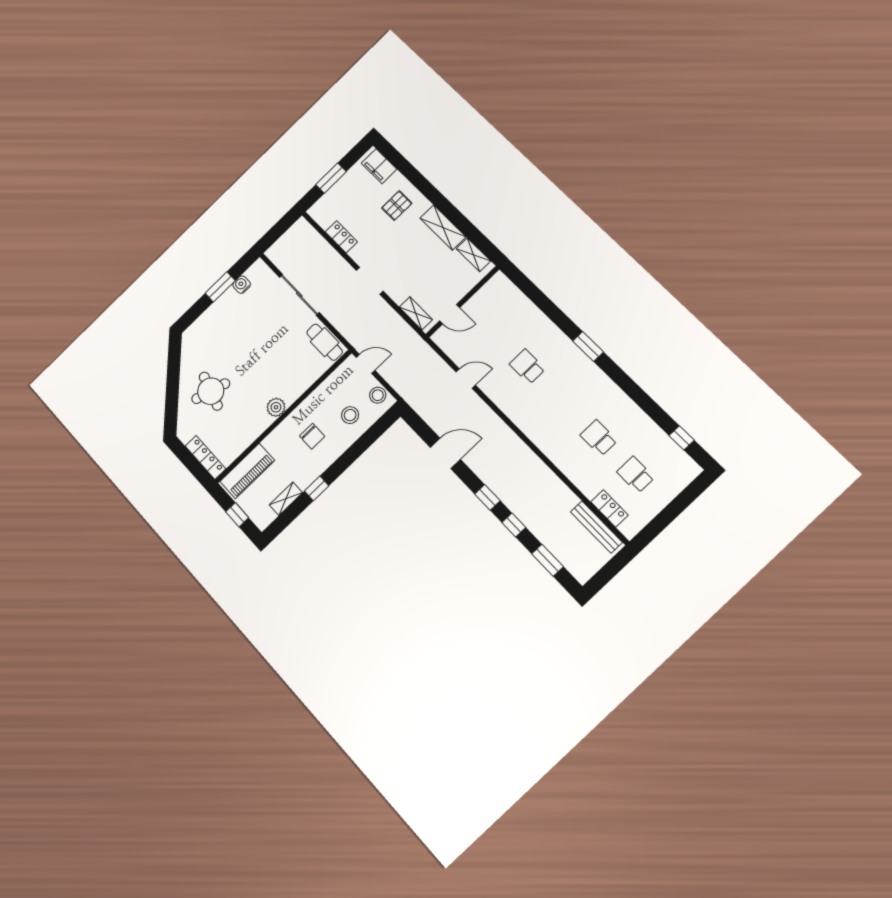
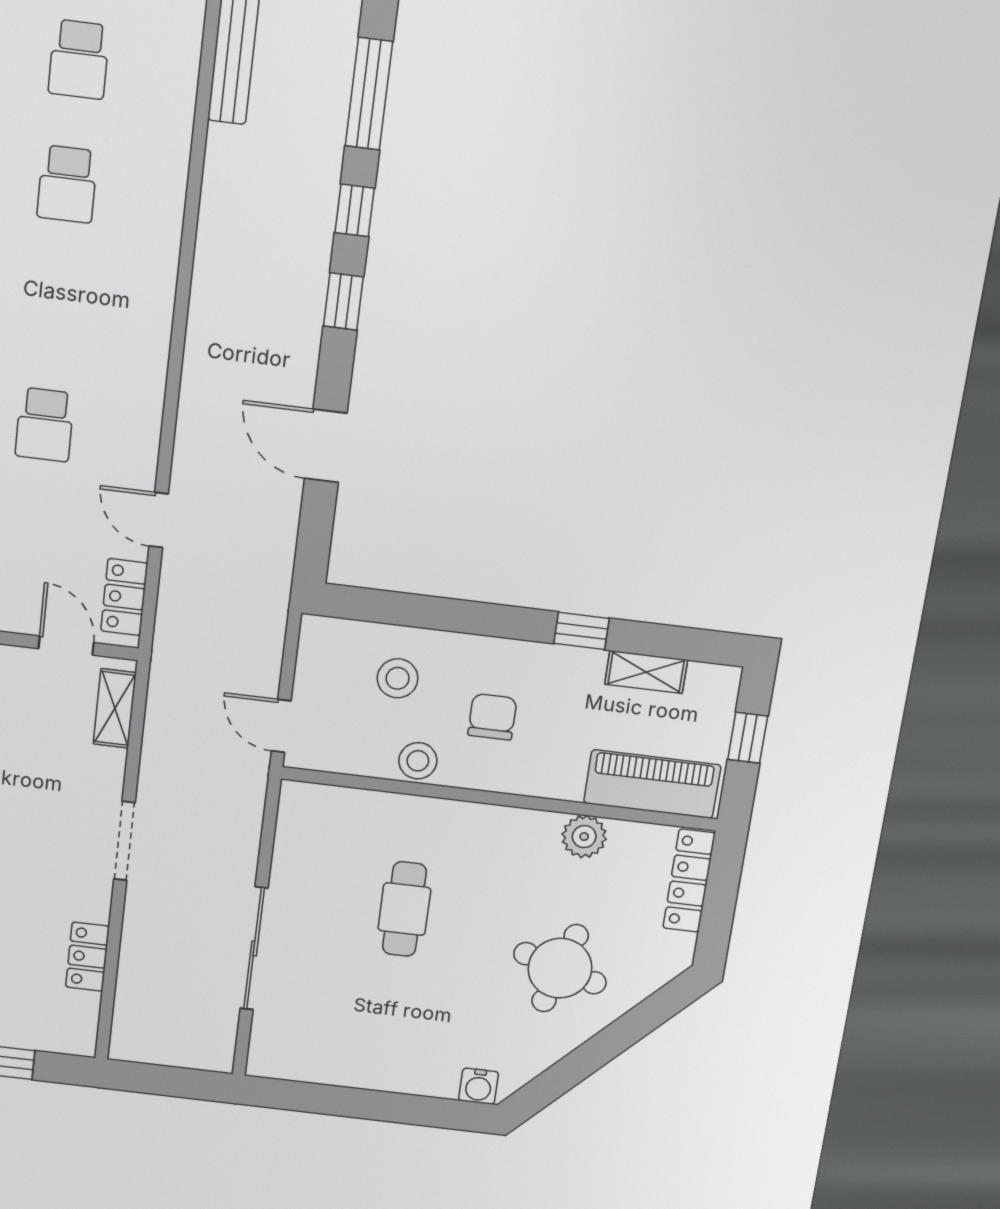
water cooler: (242, 285) -> (479, 1086), moved
window: (220, 287) -> (357, 1103), removed
cafe table: (325, 342) -> (404, 909), moved
stool: (378, 395) -> (418, 761), moved
plant: (276, 407) -> (584, 837), moved
locker: (609, 508) -> (124, 597), moved
window: (548, 560) -> (369, 94), width x1.44

